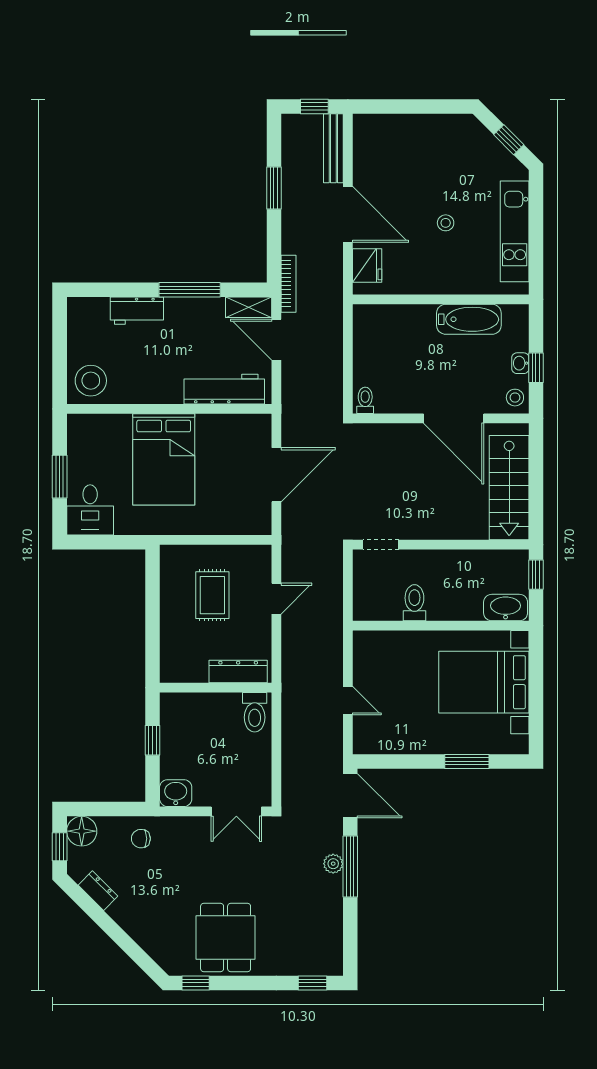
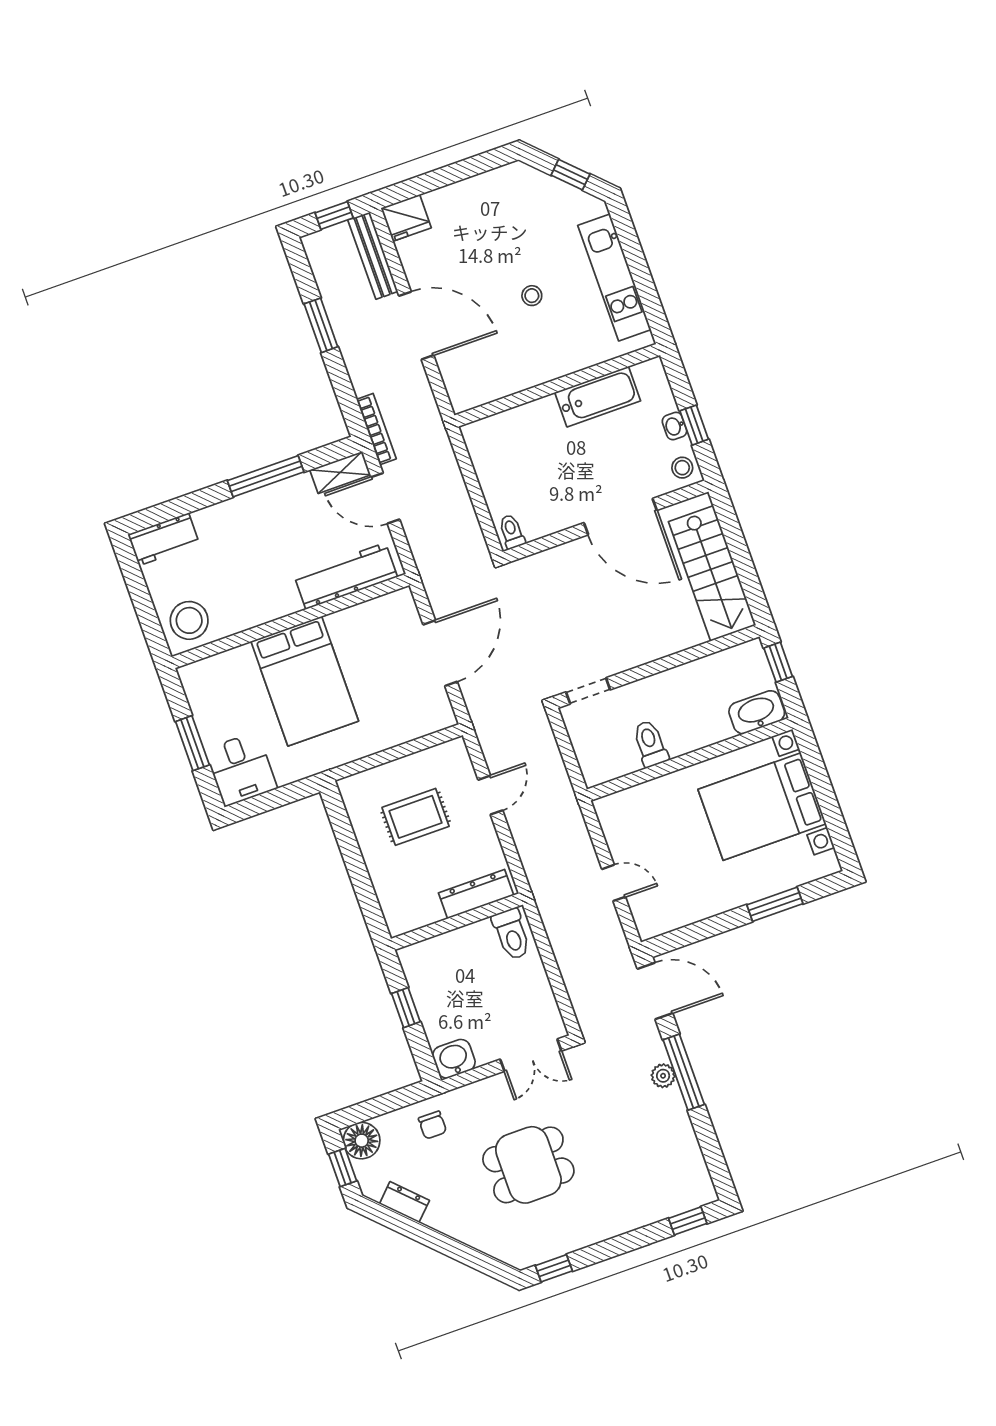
fridge: (367, 266) -> (406, 218), moved, turned 90
workbench: (137, 311) -> (164, 539), moved
rug: (212, 595) -> (416, 817), turned 90
chair: (141, 839) -> (432, 1125), turned -90
dining table: (226, 938) -> (528, 1165), moved, turned 90

